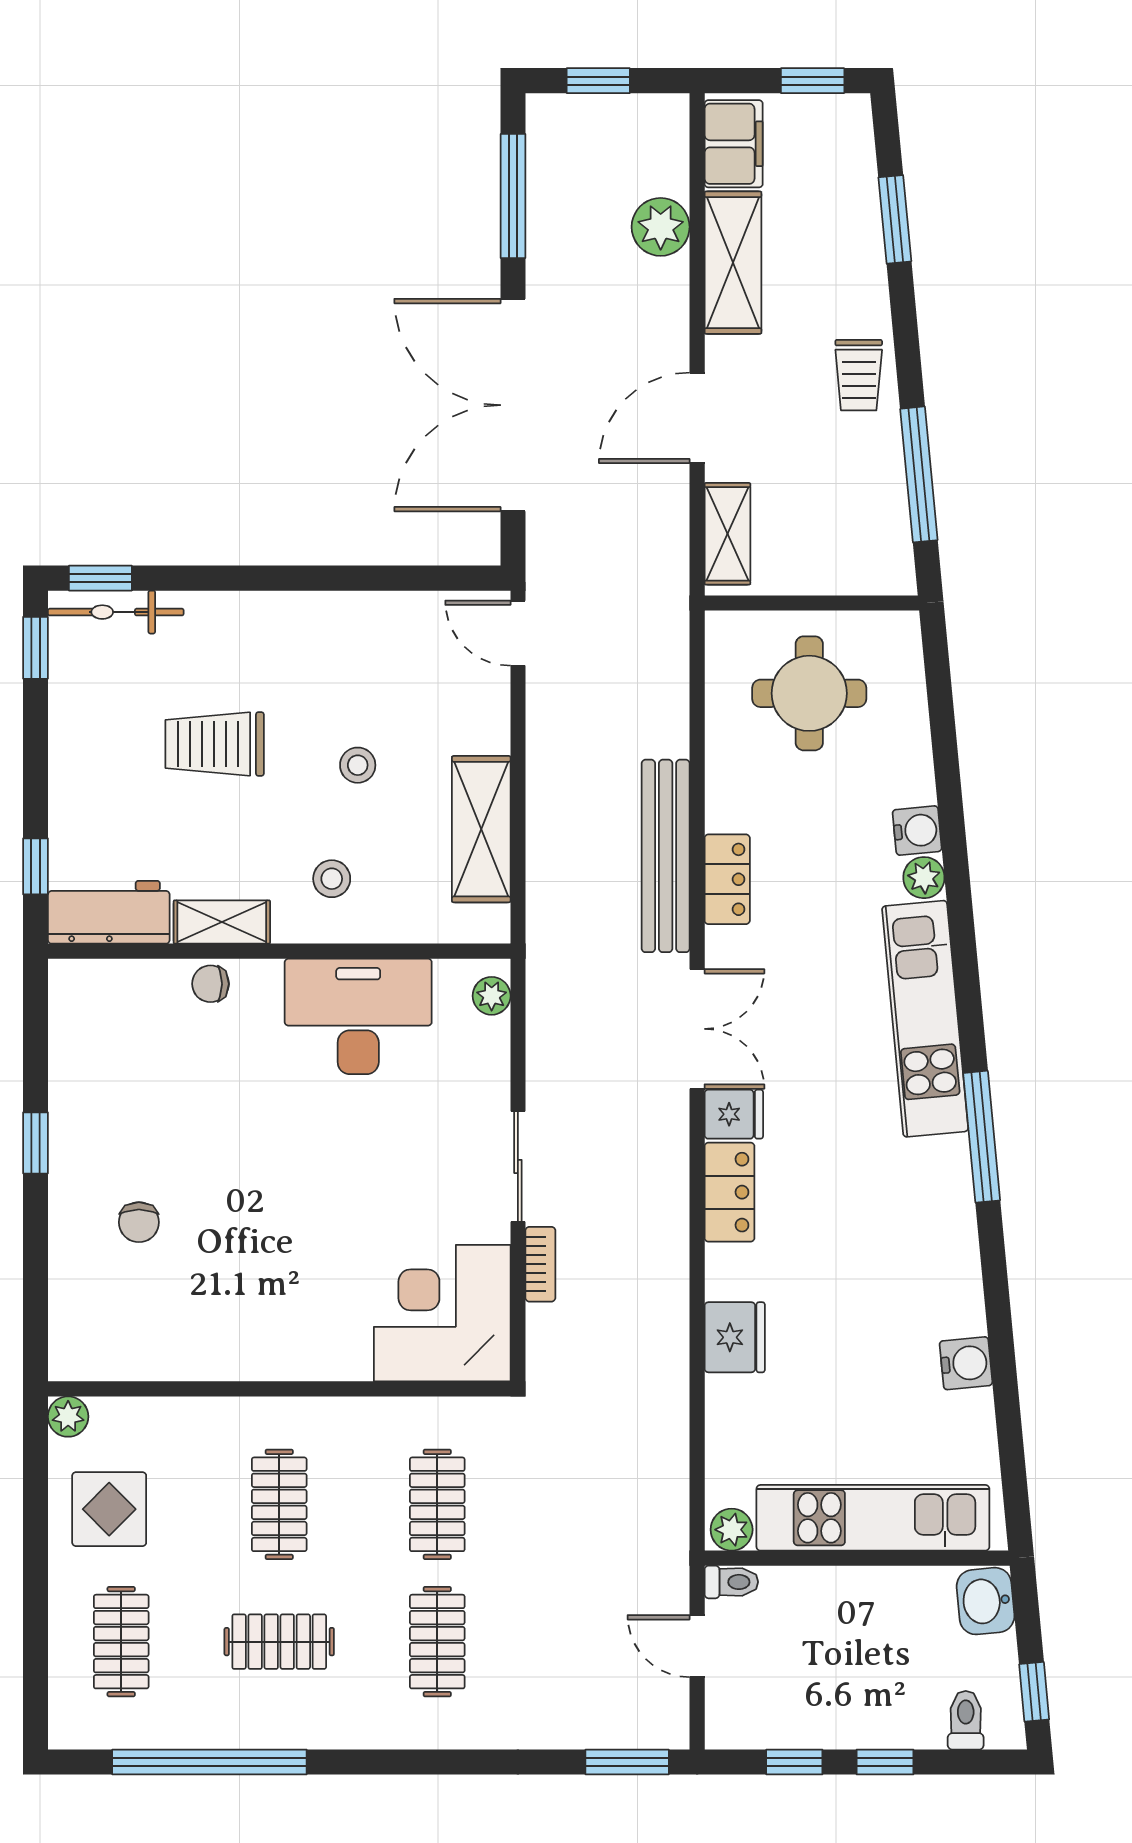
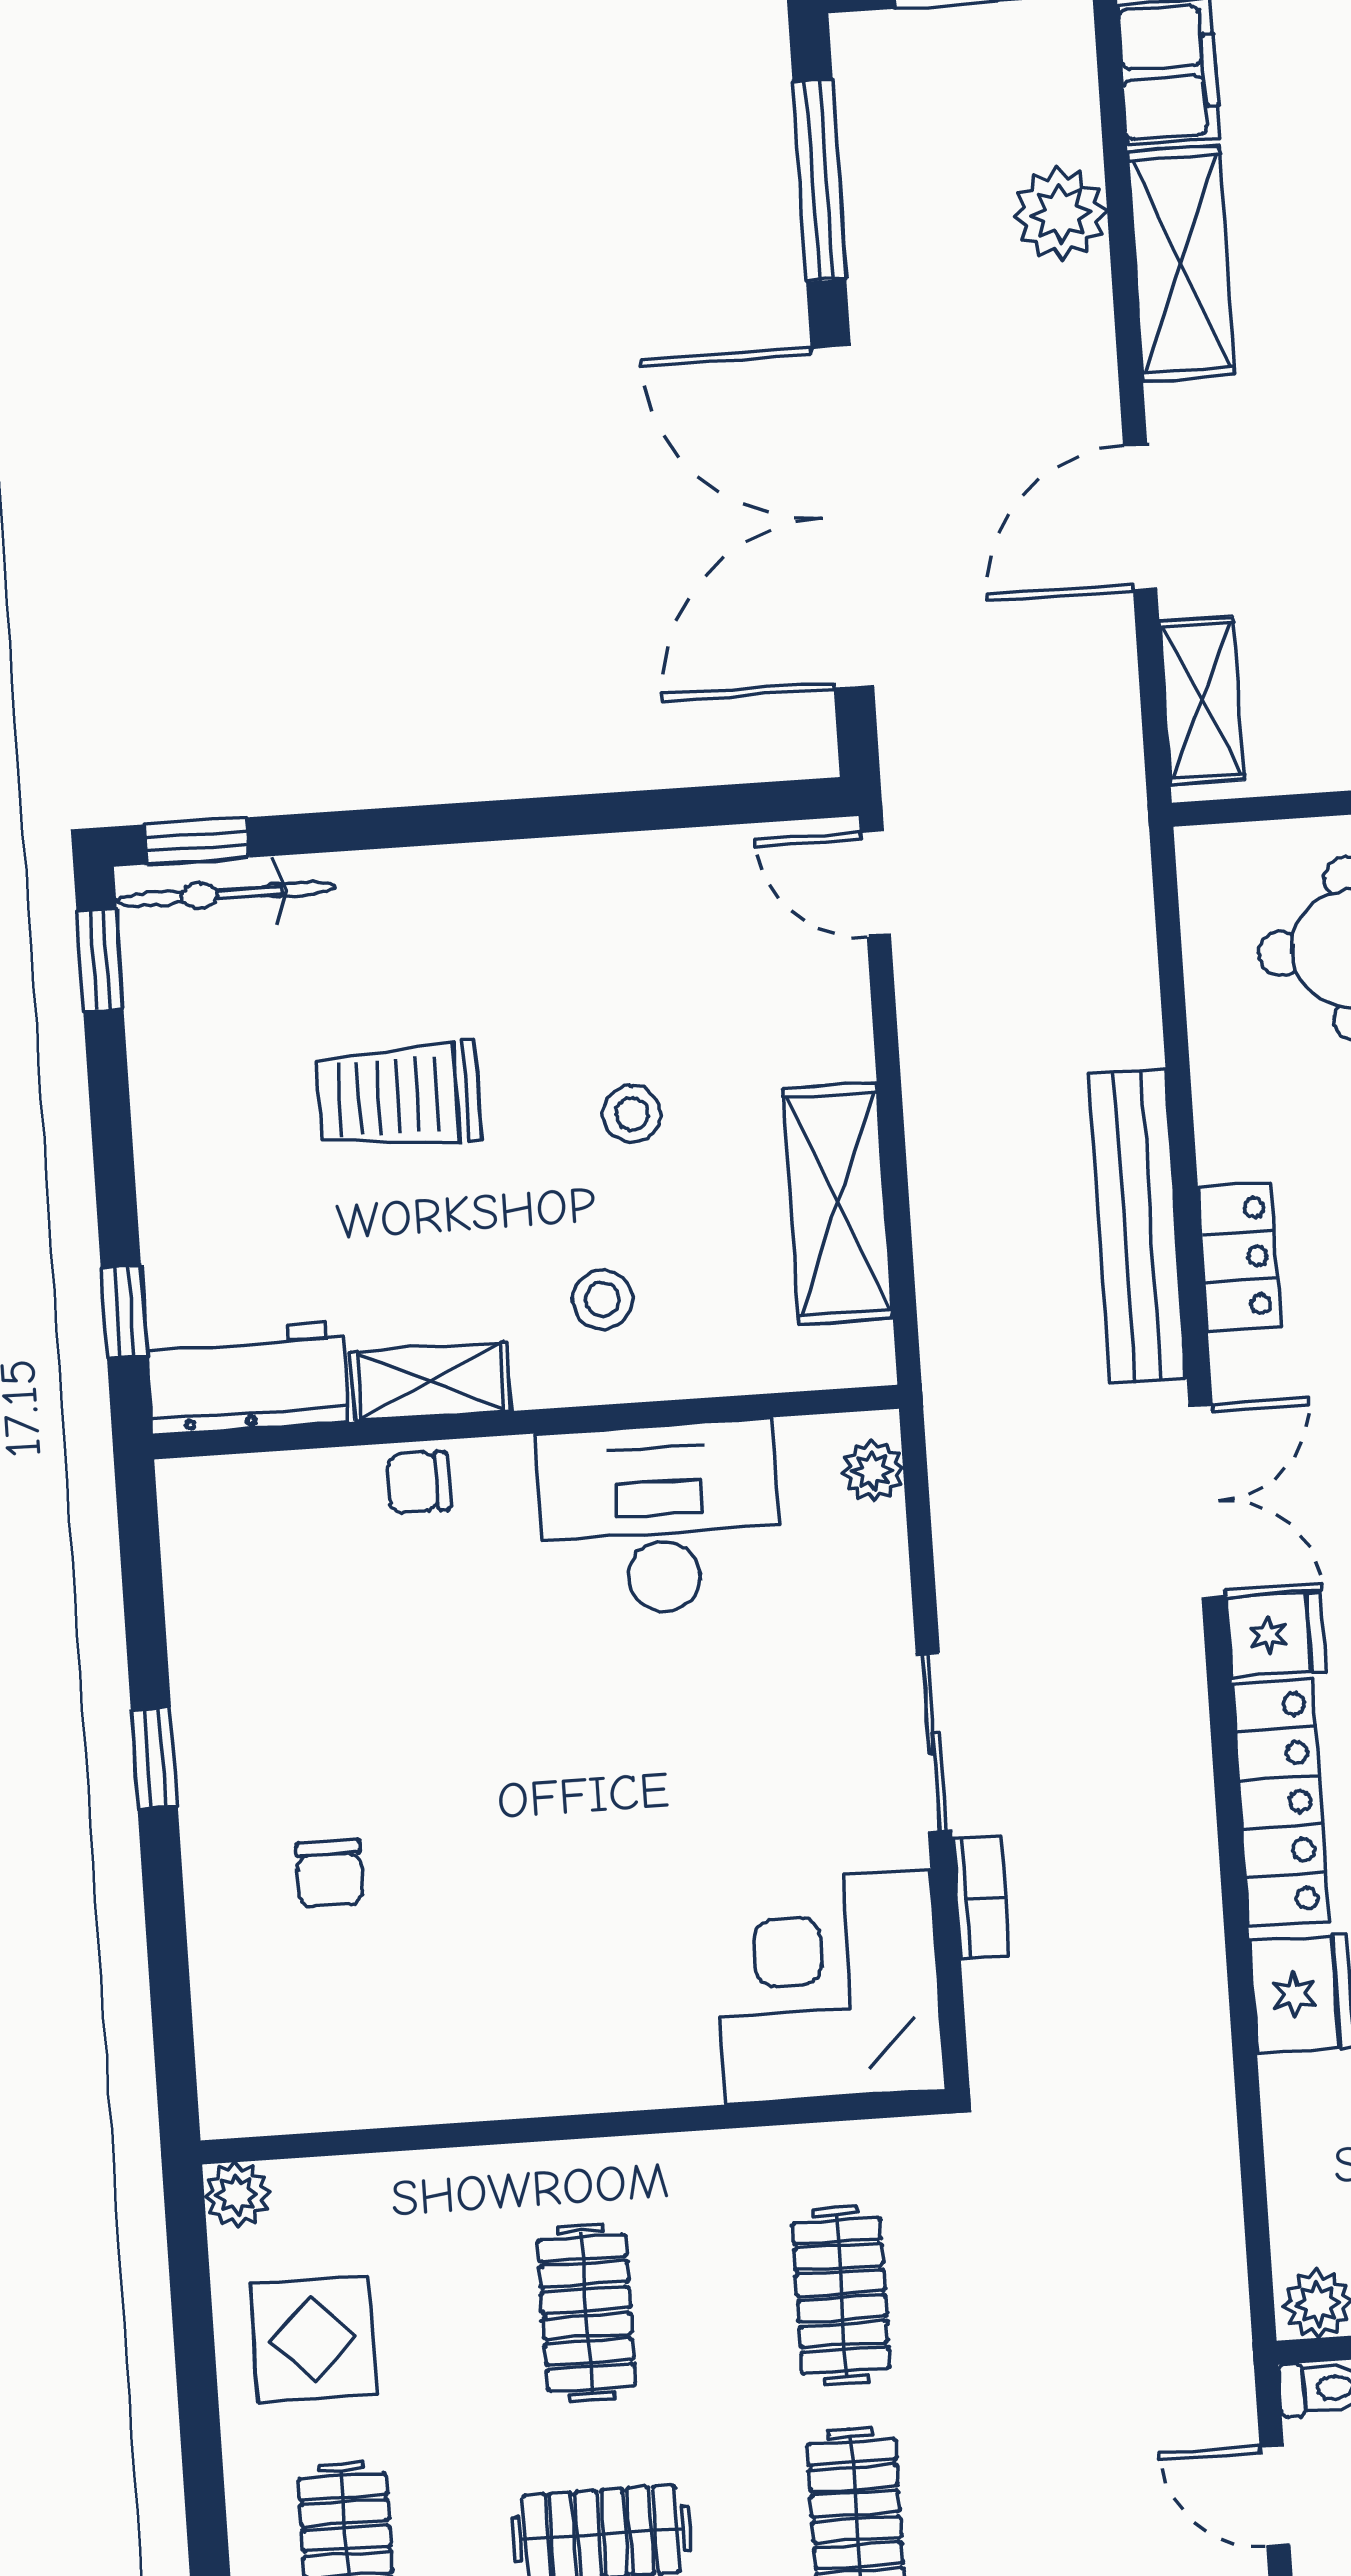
locker: (729, 1192) -> (1280, 1803), width x1.53

